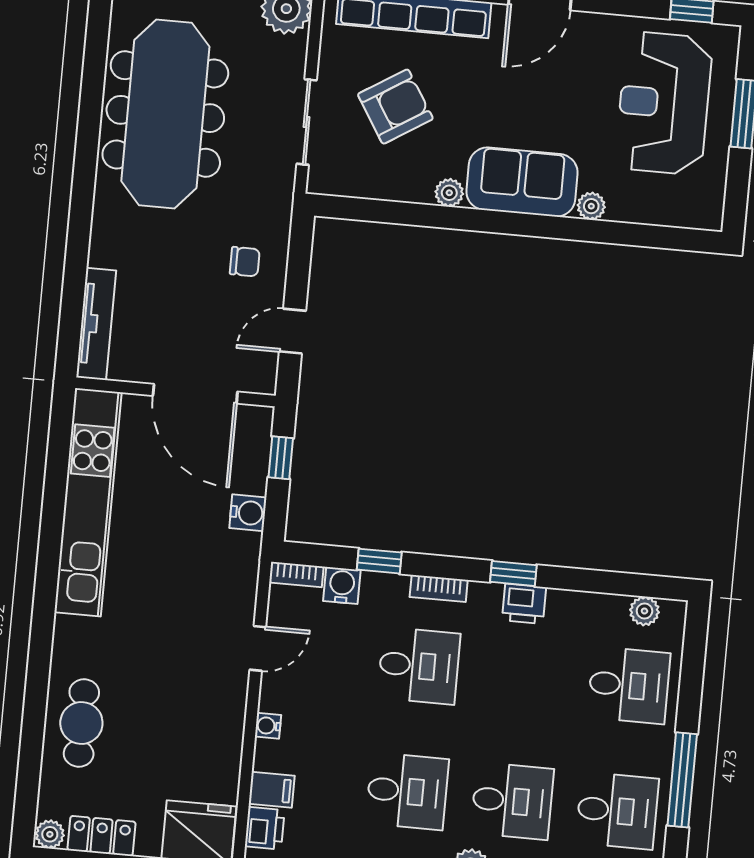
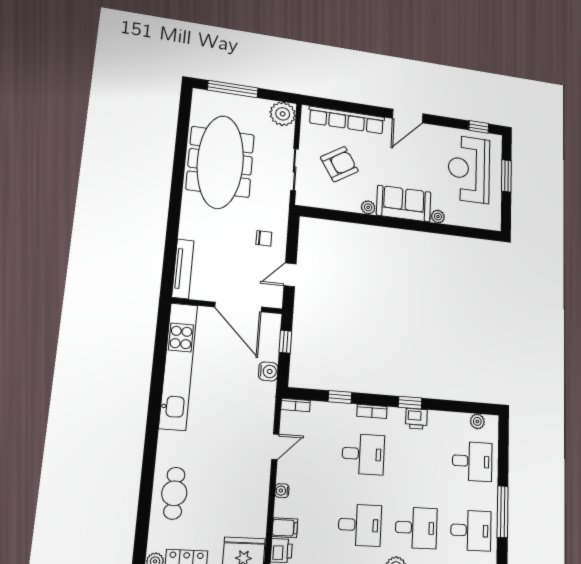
water cooler: (342, 585) -> (320, 411), removed

